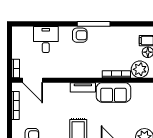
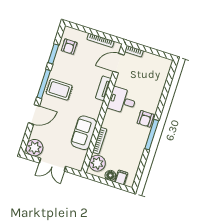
desk: (46, 39) -> (122, 101), moved, turned 180
tv unit: (83, 87) -> (103, 88), moved

